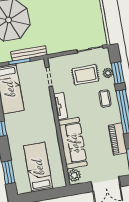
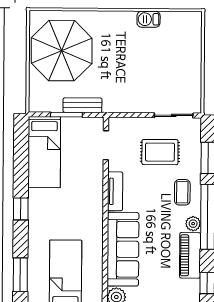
bench: (29, 53) -> (82, 105), width x0.73
plant: (108, 73) -> (193, 224), moved

